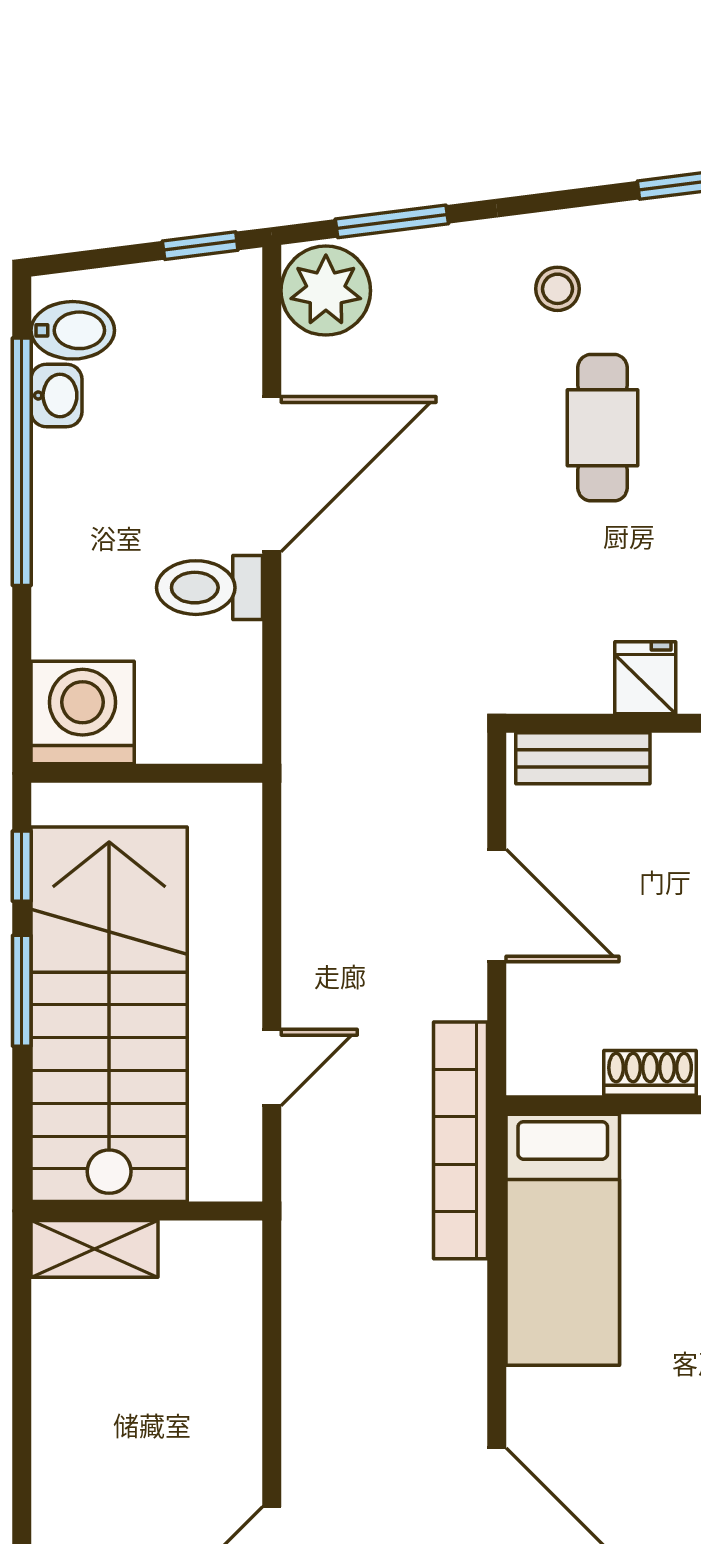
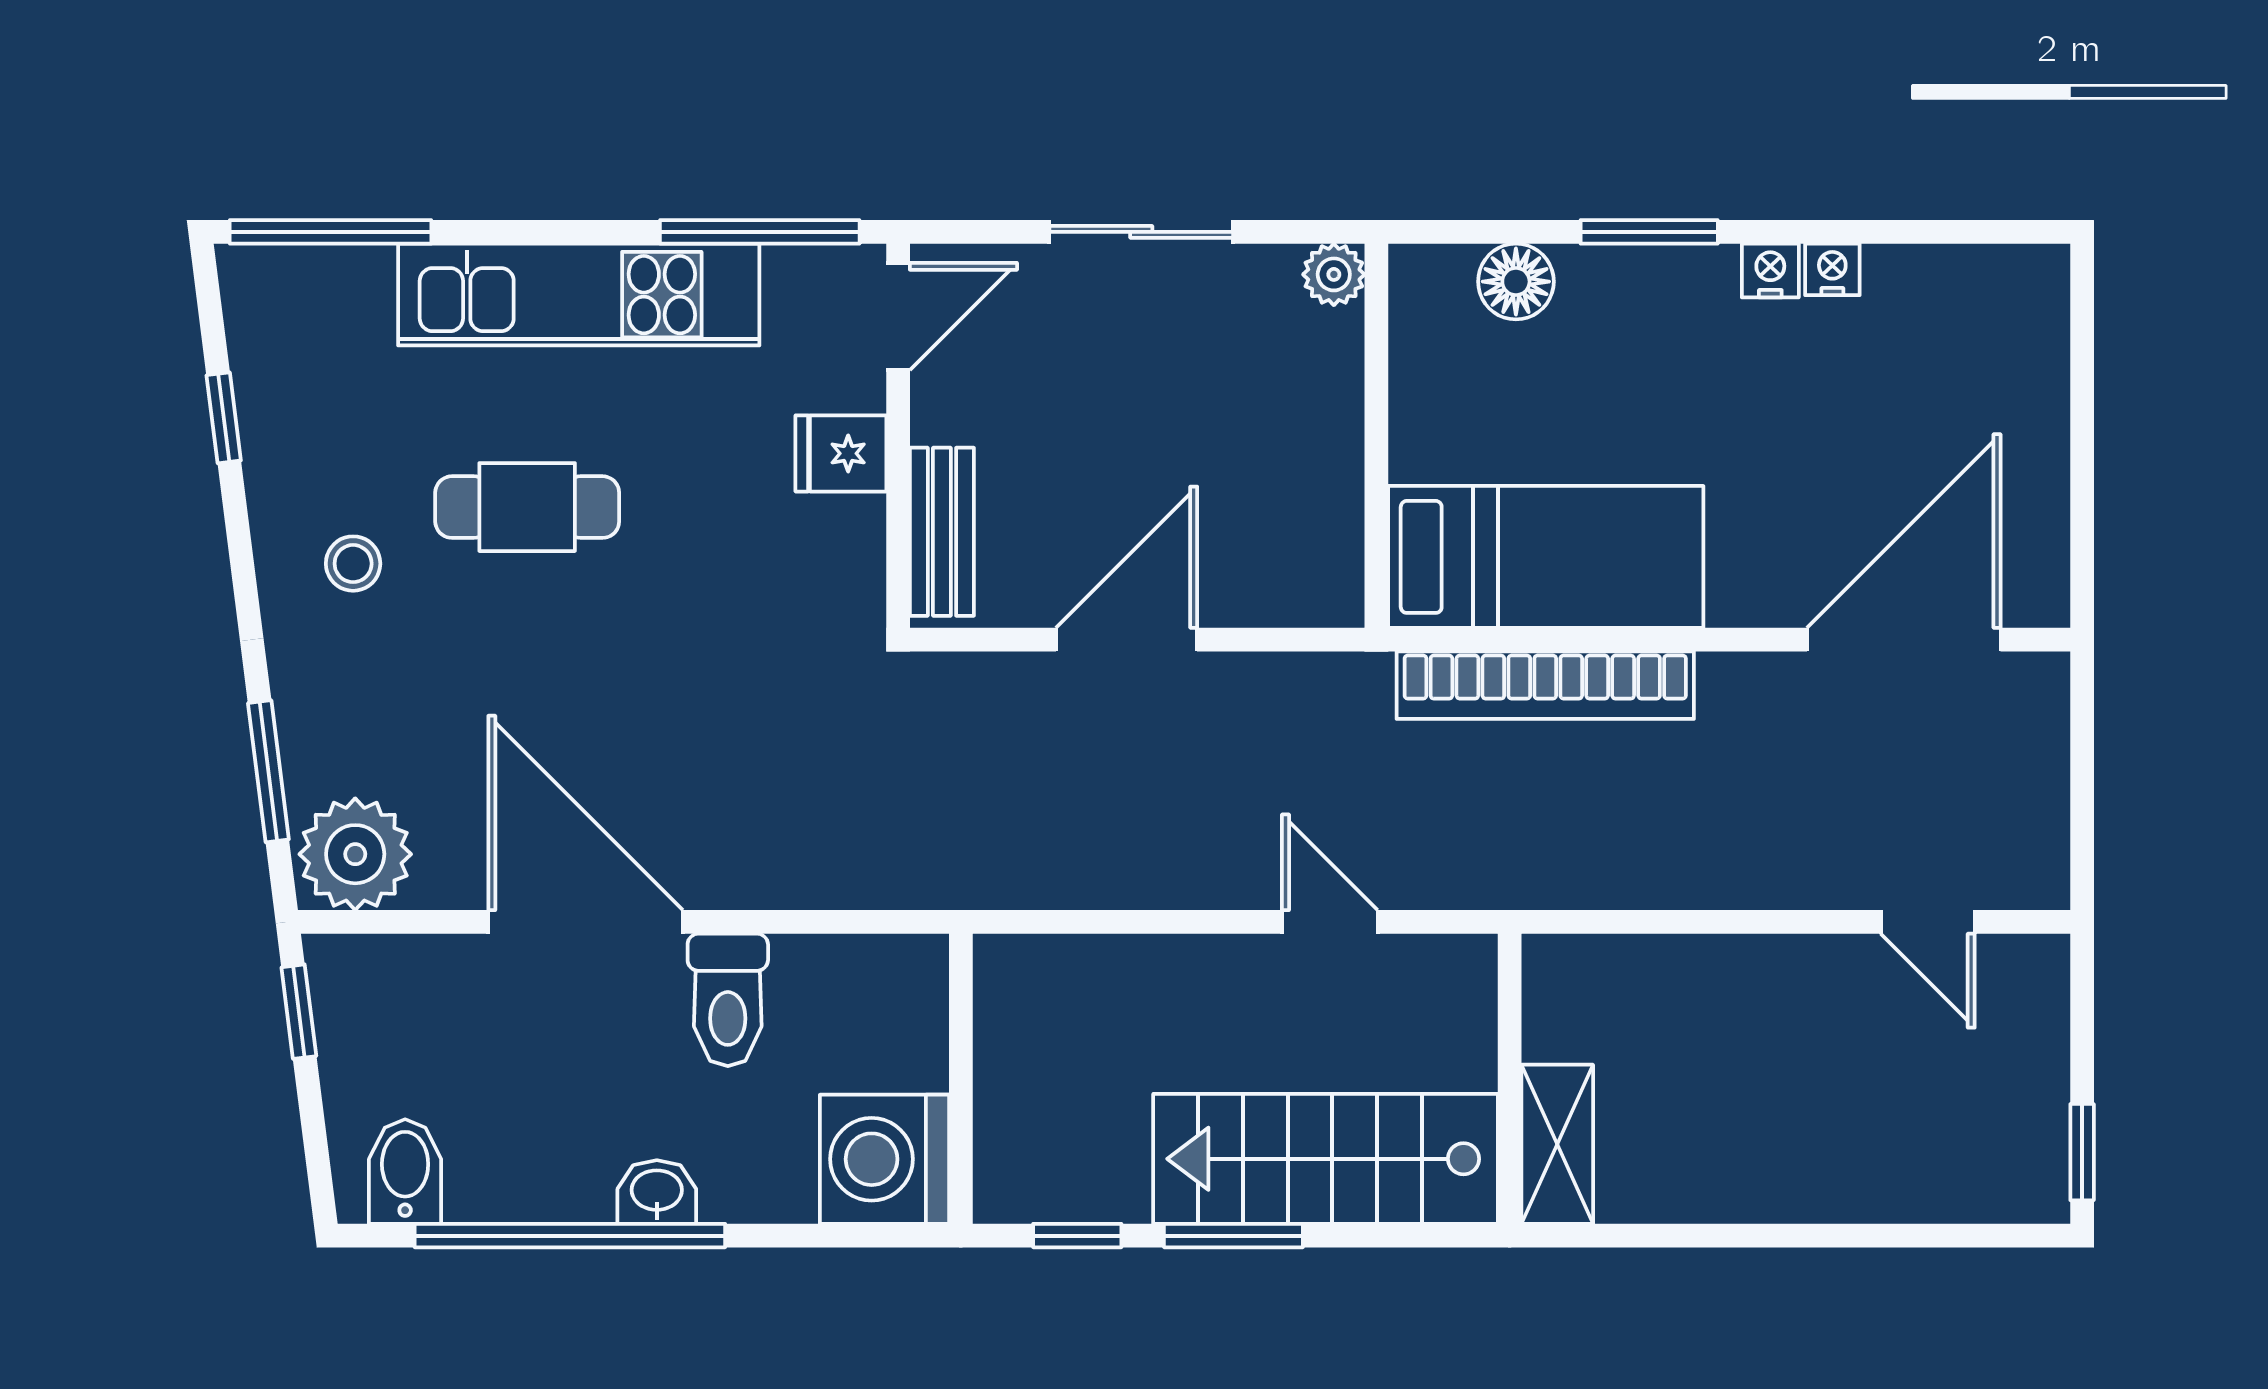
washbasin: (56, 395) -> (657, 1192), moved
stairs: (109, 1014) -> (1326, 1159), width x0.73, depth x0.66
shoe rack: (650, 1073) -> (1336, 447), removed
bookcase: (461, 1140) -> (1545, 685), moved

